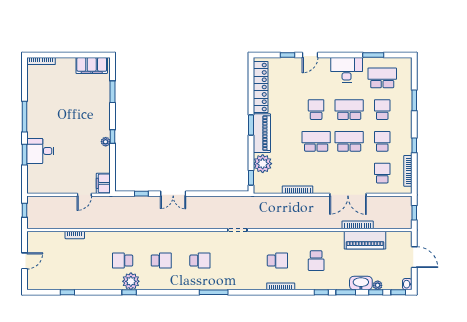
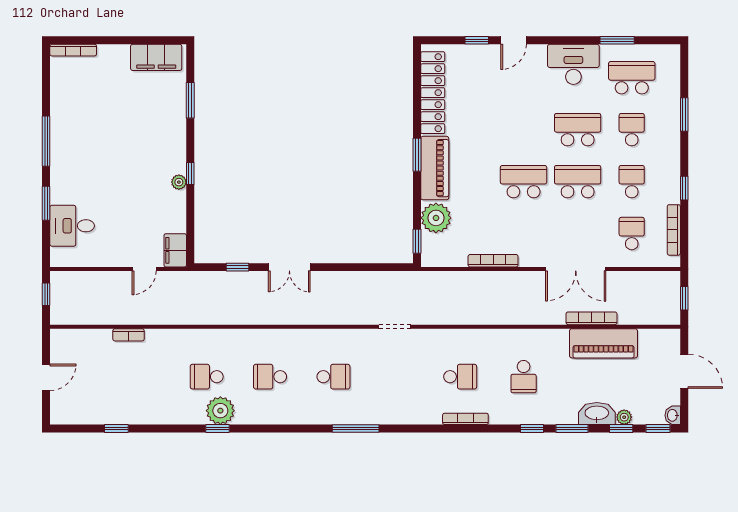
school desk: (316, 110) -> (524, 130), removed
desk: (40, 151) -> (72, 226), moved
school desk: (161, 261) -> (270, 377), turned 180

